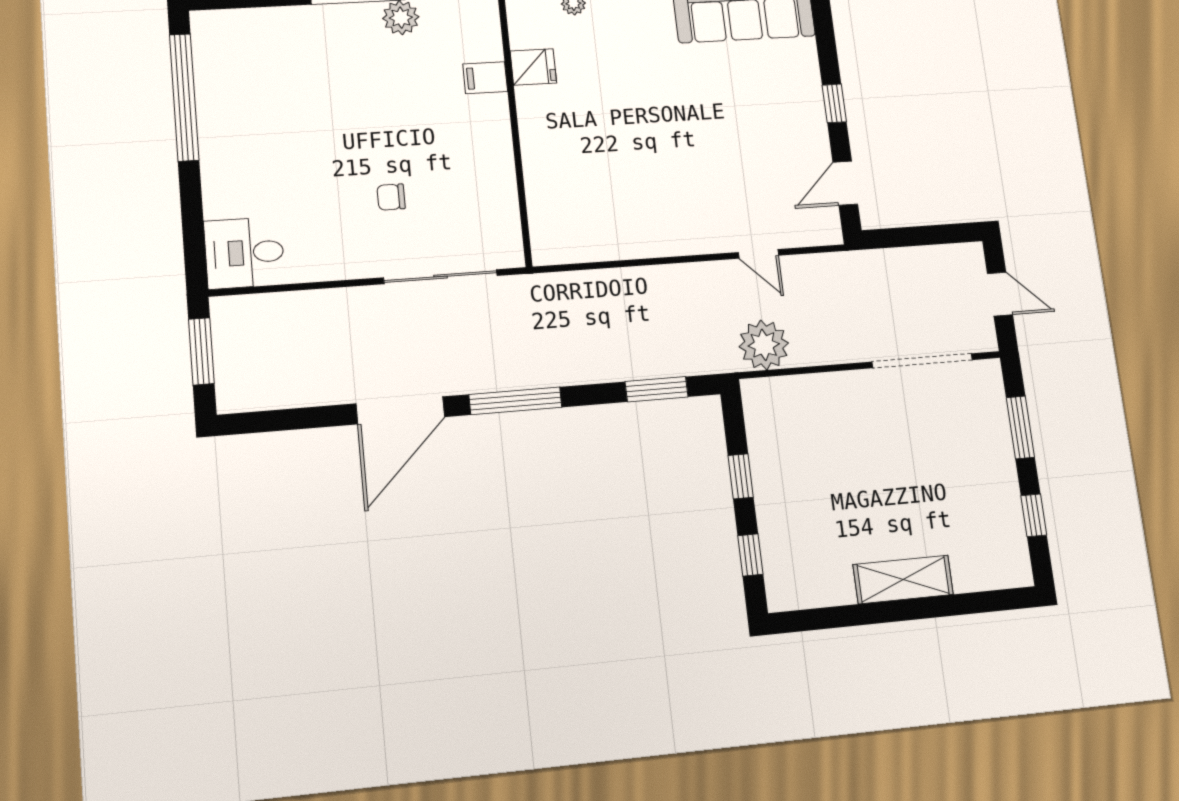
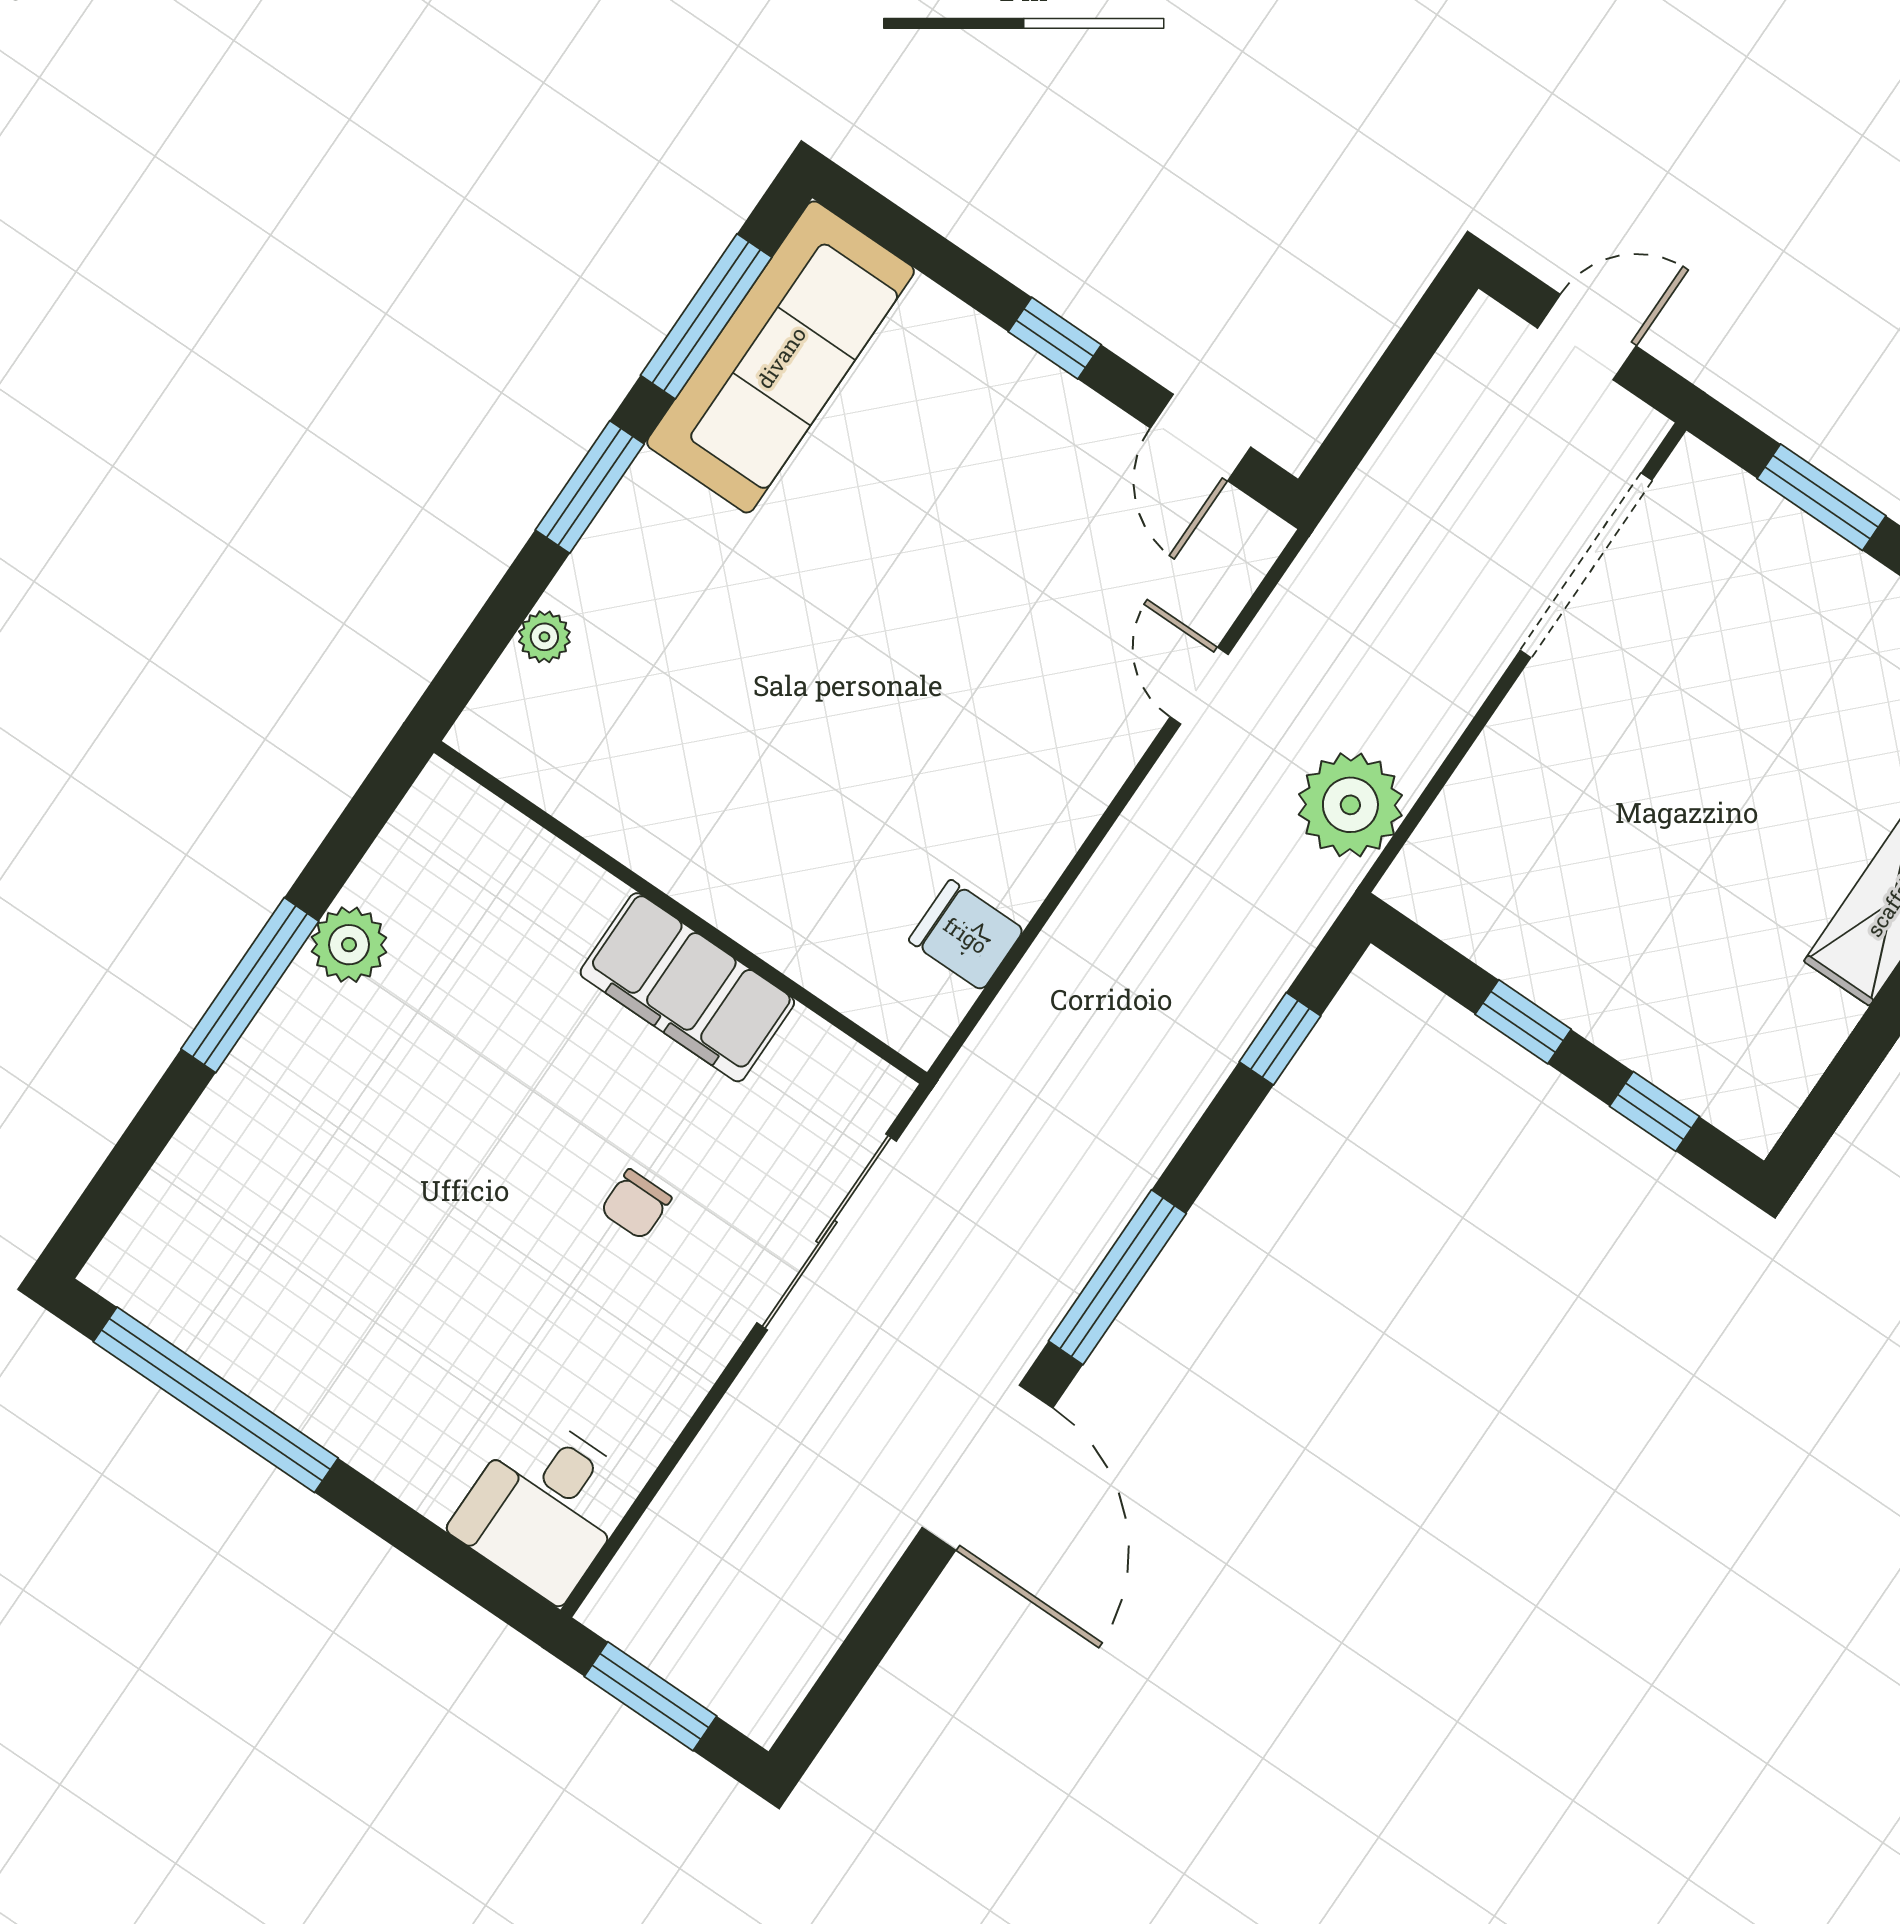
fridge: (533, 67) -> (966, 935), moved, turned -90
filing cabinet: (485, 78) -> (687, 987), moved, width x3.00, depth x1.17
door: (758, 254) -> (1199, 686), swing flipped
window: (657, 389) -> (1280, 1039), width x0.67

